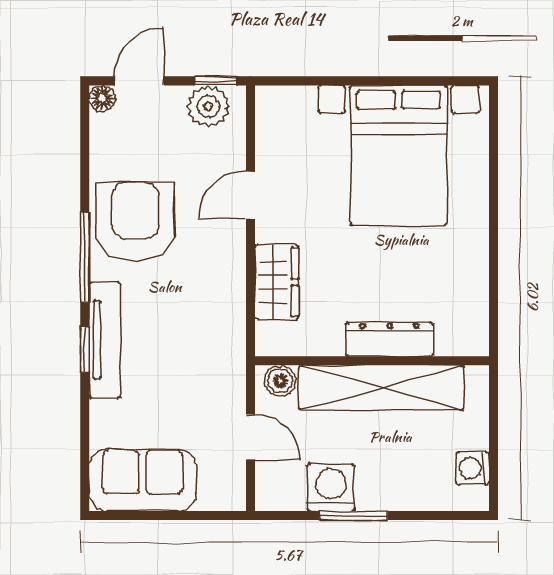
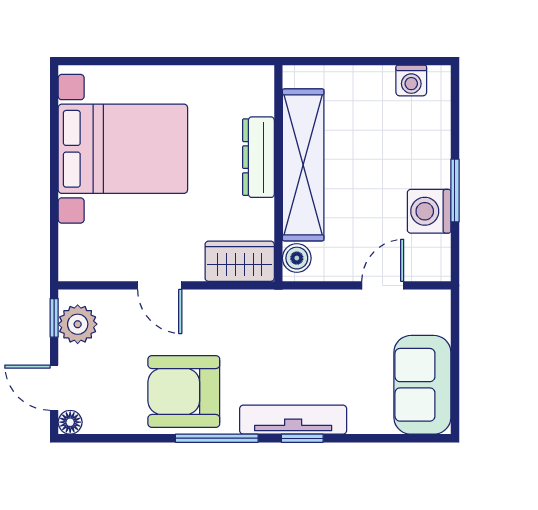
dresser: (389, 339) -> (258, 157), moved
wall: (372, 361) -> (278, 173), moved
boiler: (280, 381) -> (297, 258), moved
shelving: (381, 388) -> (303, 165), moved

